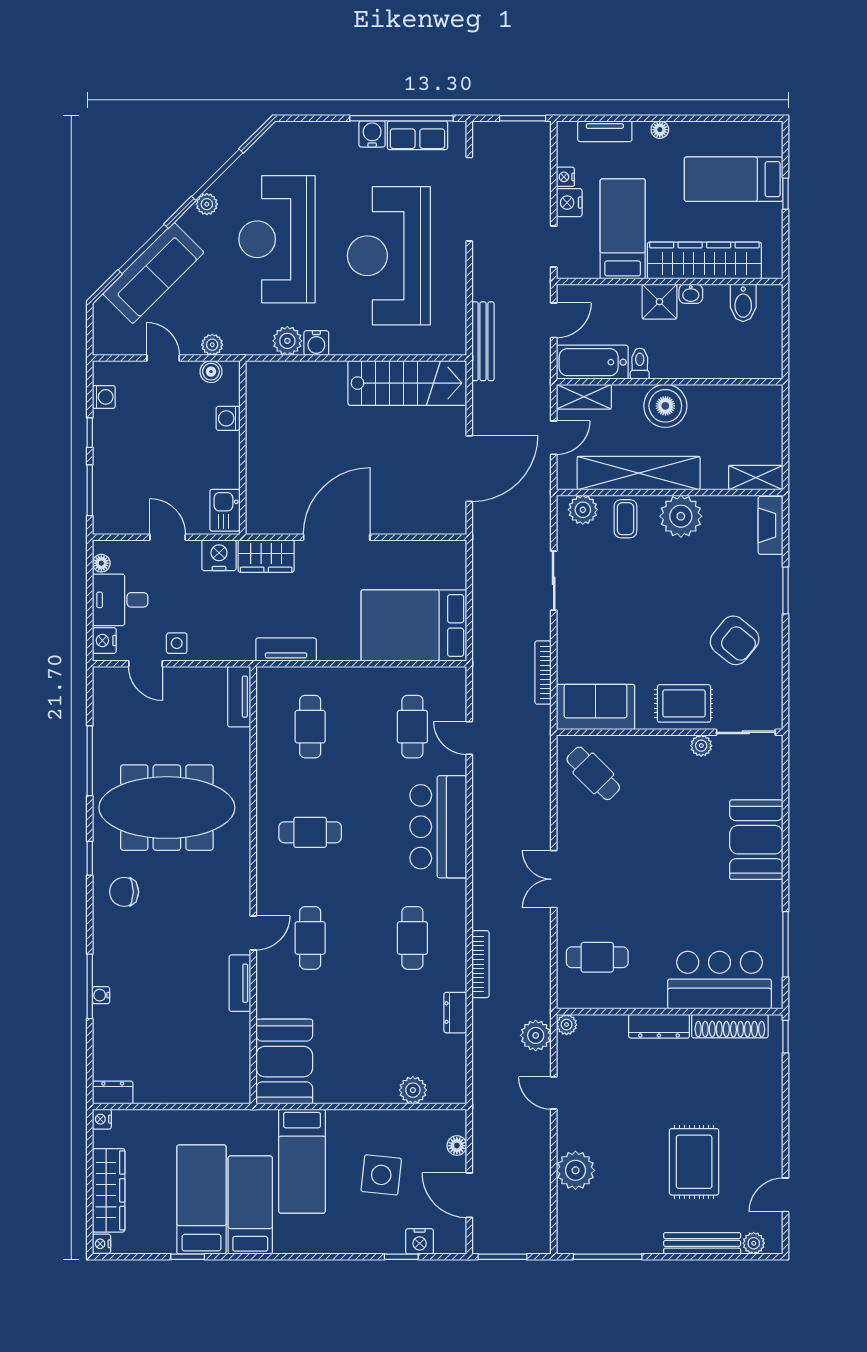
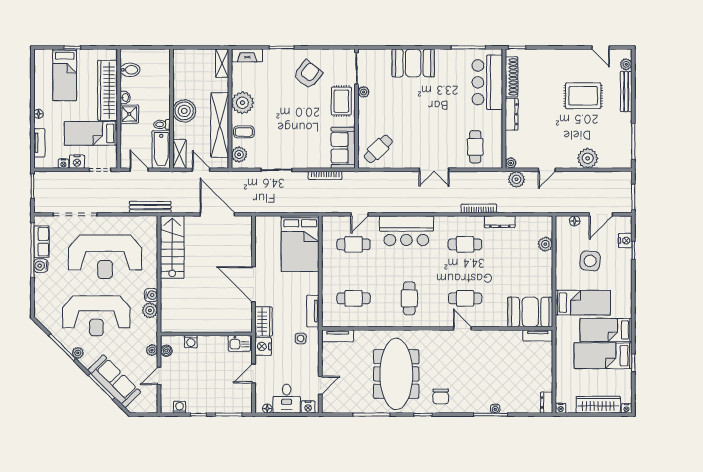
side table: (177, 643) -> (301, 338), moved
tv unit: (240, 983) -> (538, 335), moved
dresser: (455, 1013) -> (500, 222), width x1.44

